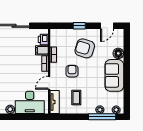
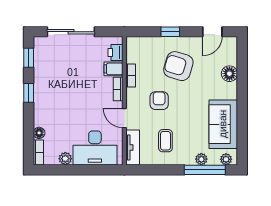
sofa: (114, 75) -> (223, 124), moved
door: (49, 83) -> (124, 118), hinge flipped

